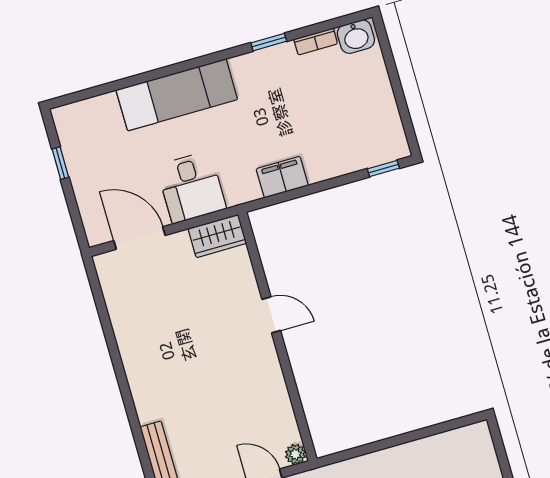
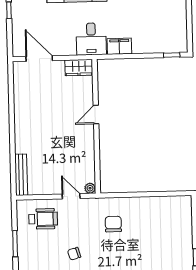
desk: (191, 187) -> (91, 39), moved
door: (271, 315) -> (96, 115), swing flipped

